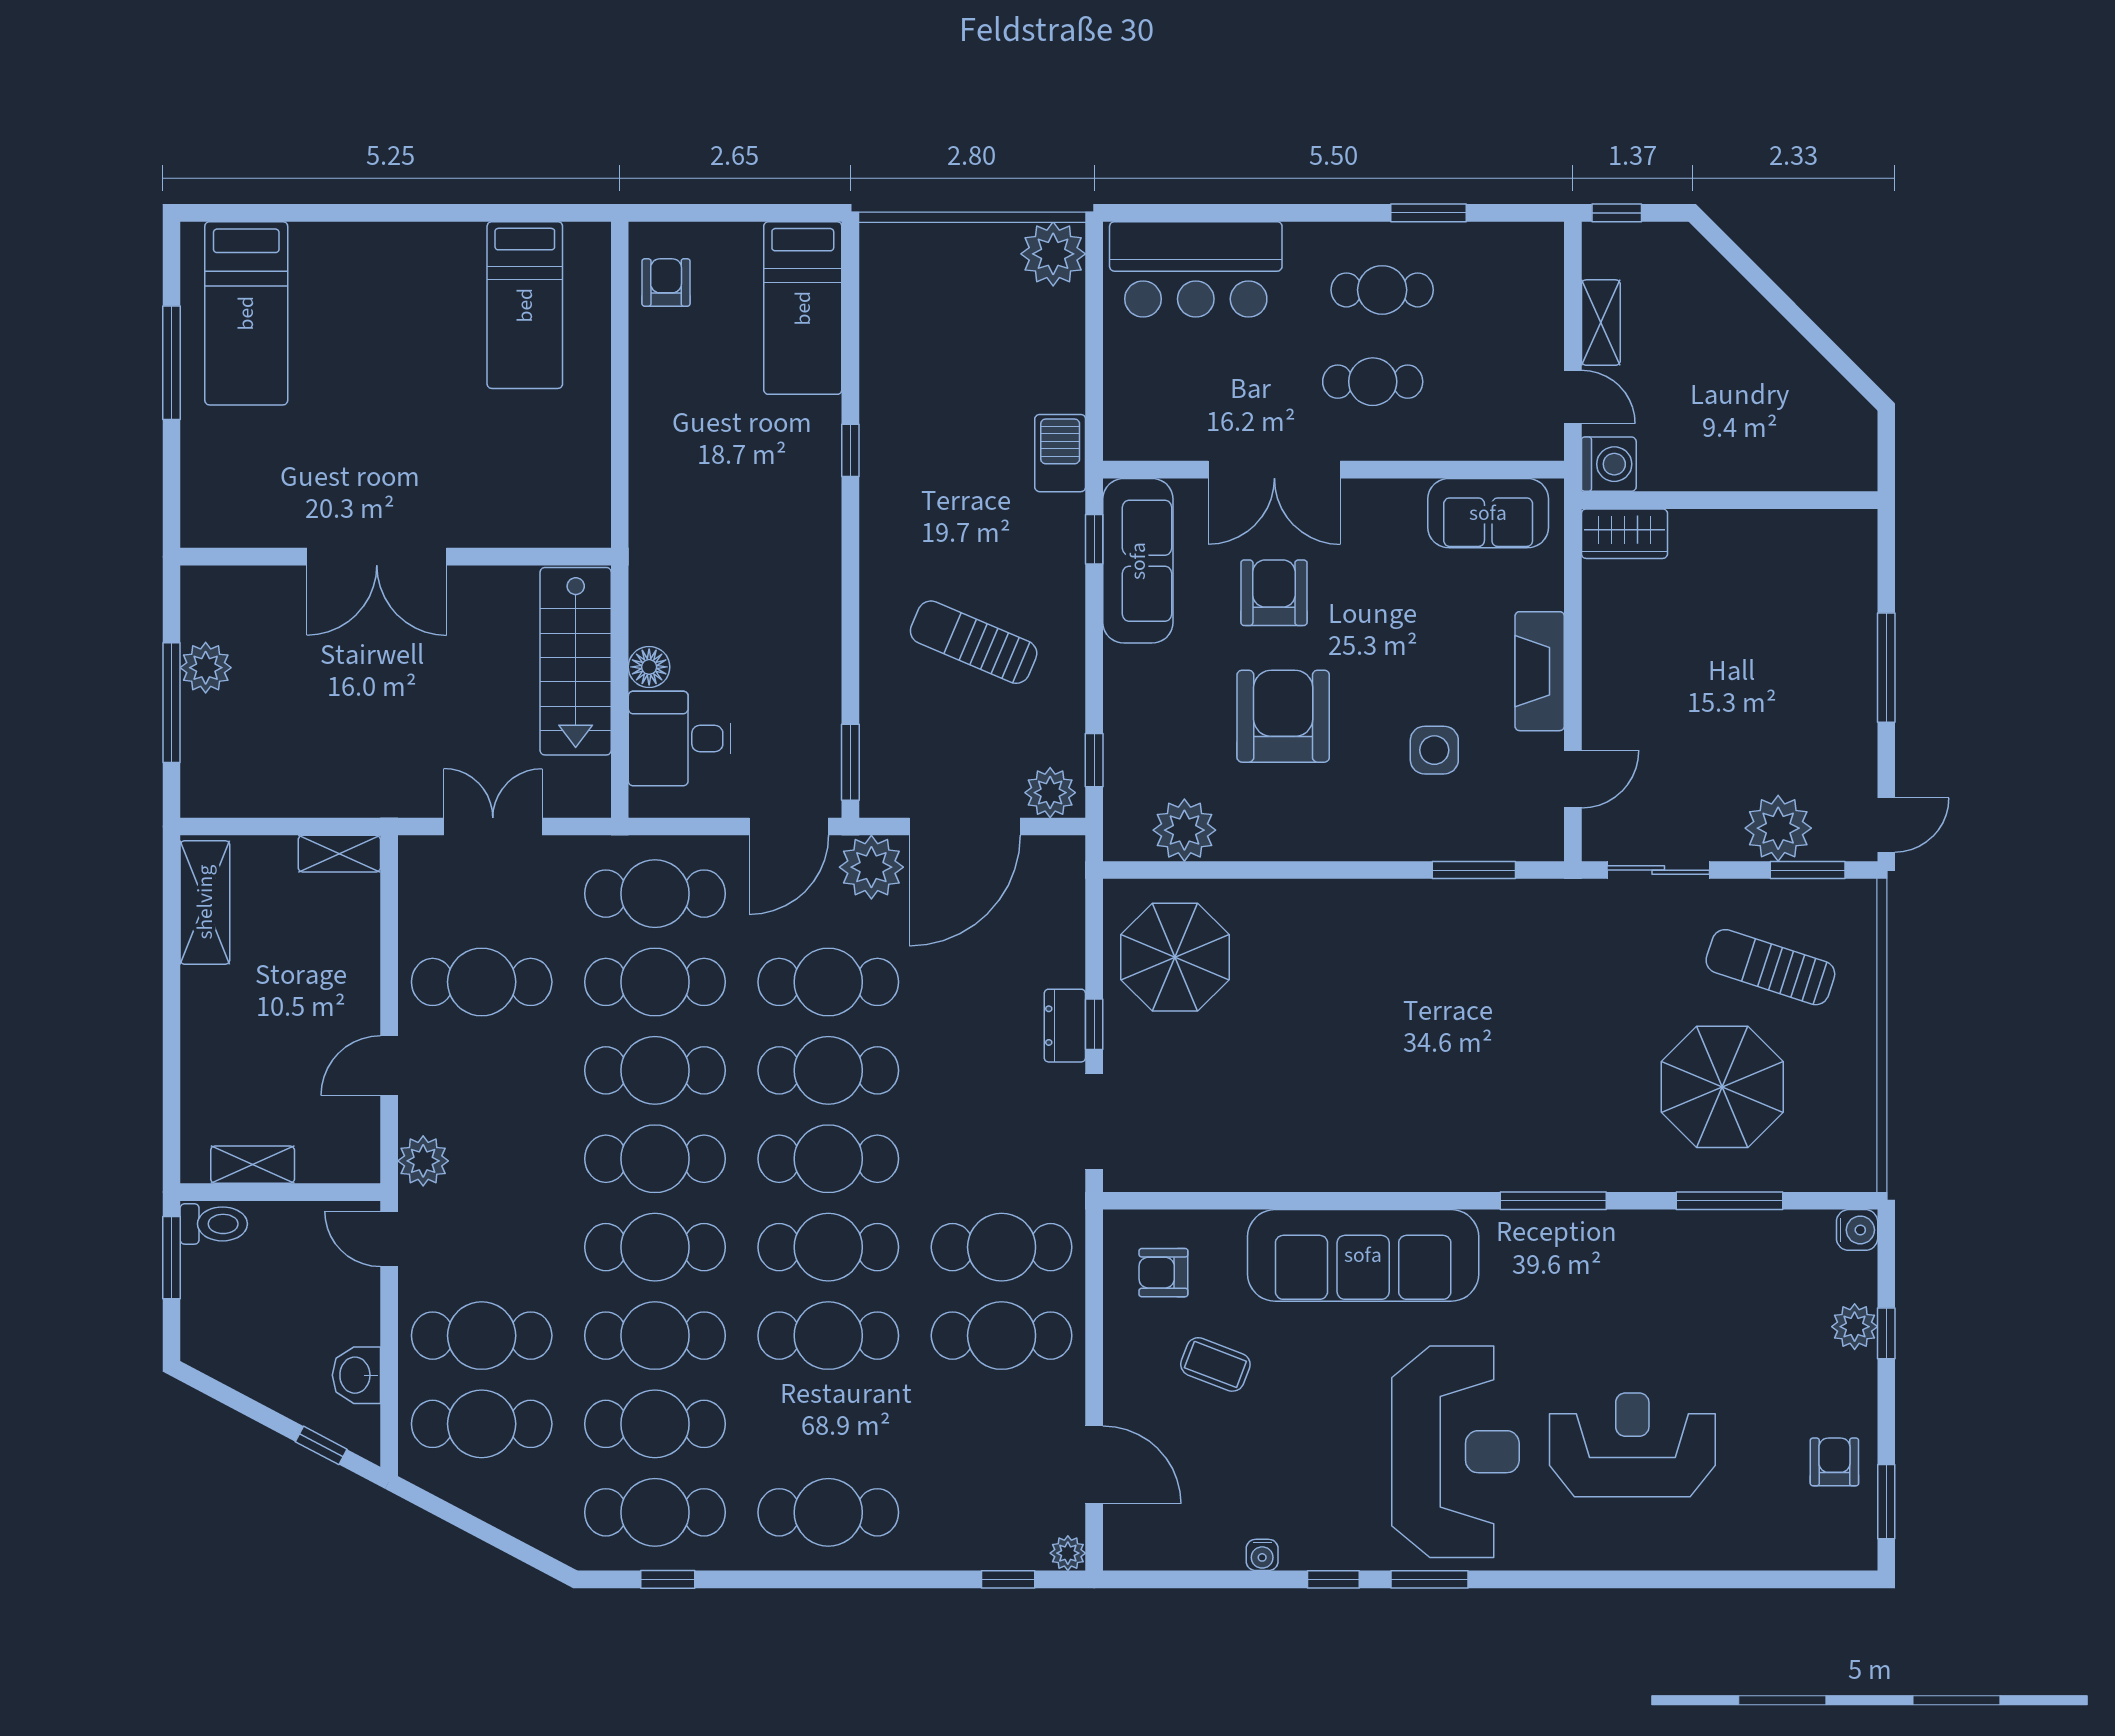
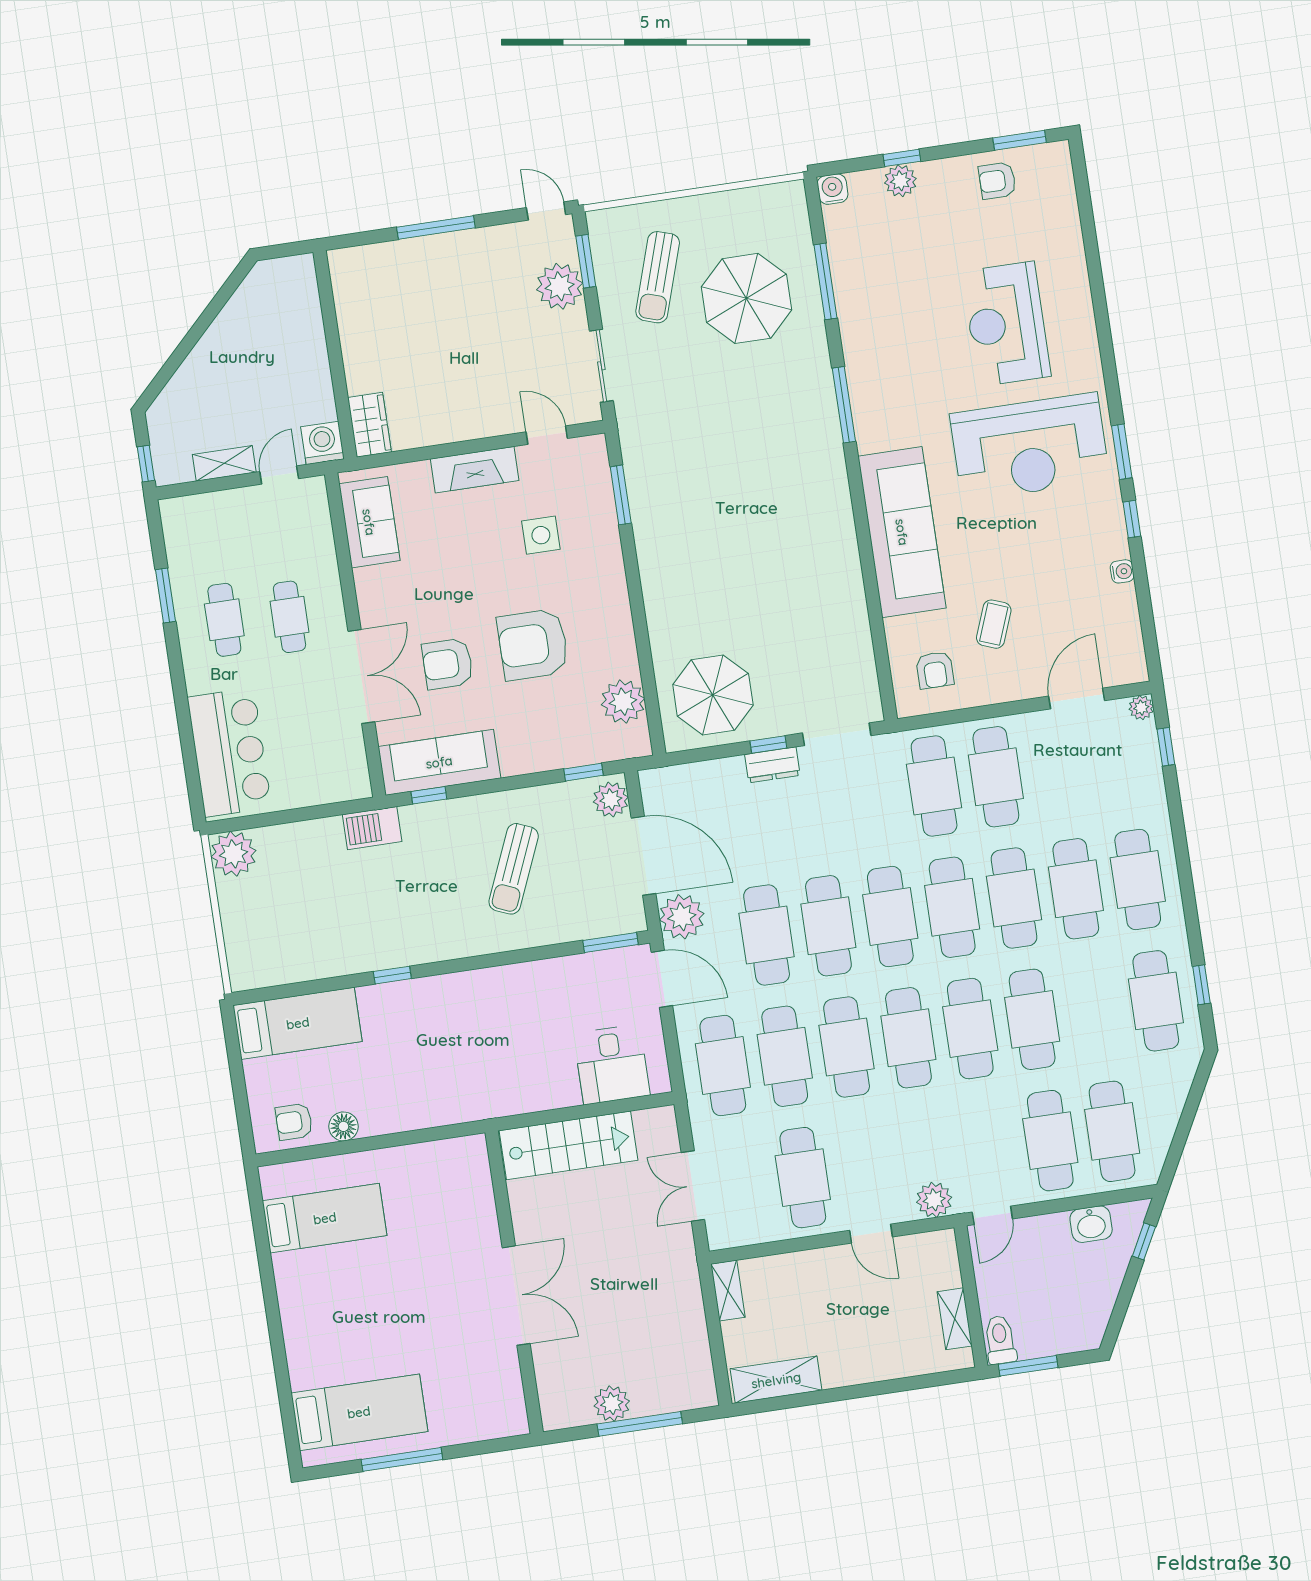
floor lamp: (649, 667) -> (343, 1126), moved
cafe table: (655, 1424) -> (1076, 889), moved
reception desk: (1455, 1452) -> (1030, 447), turned 180

